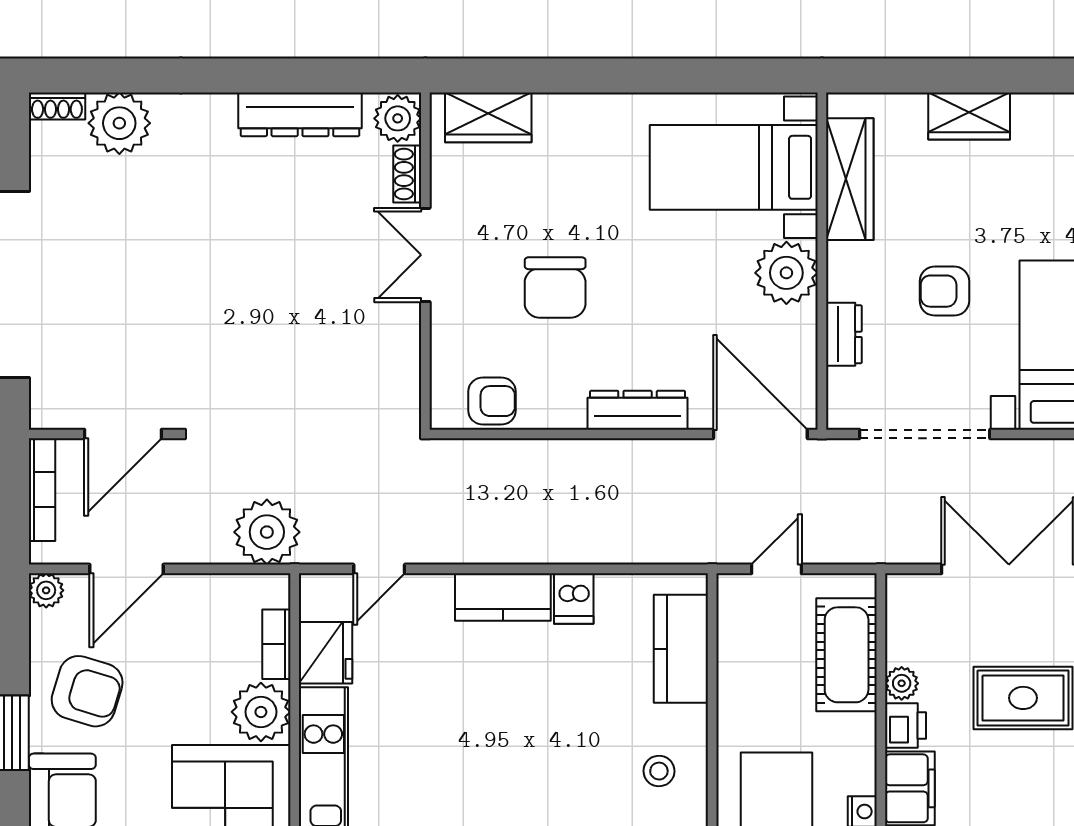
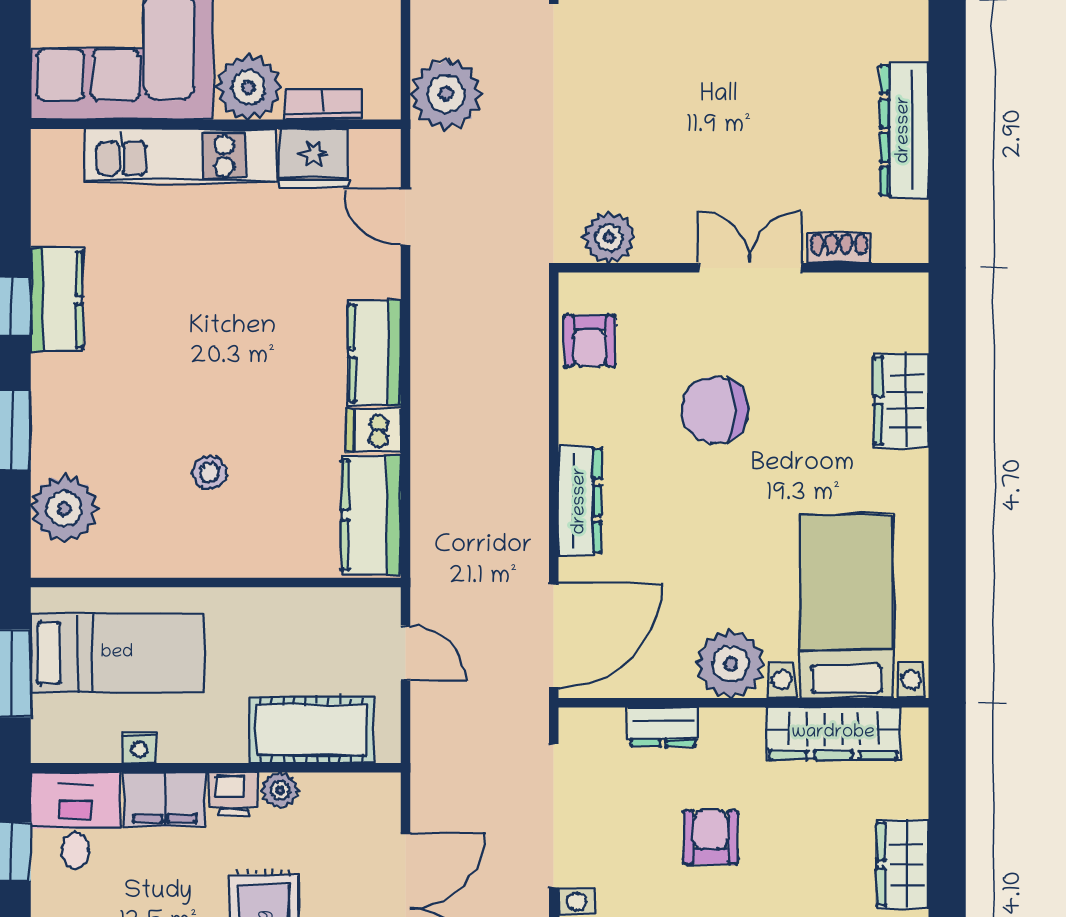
wardrobe: (488, 117) -> (901, 401), moved
plant: (398, 118) -> (609, 237), moved
kitchen counter: (681, 649) -> (371, 515), moved, turned -90
stool: (659, 771) -> (209, 473), moved

